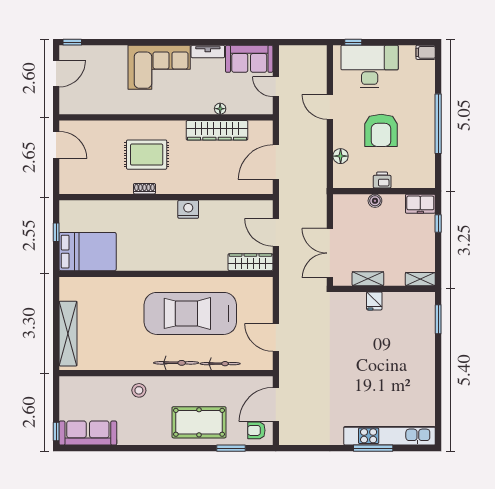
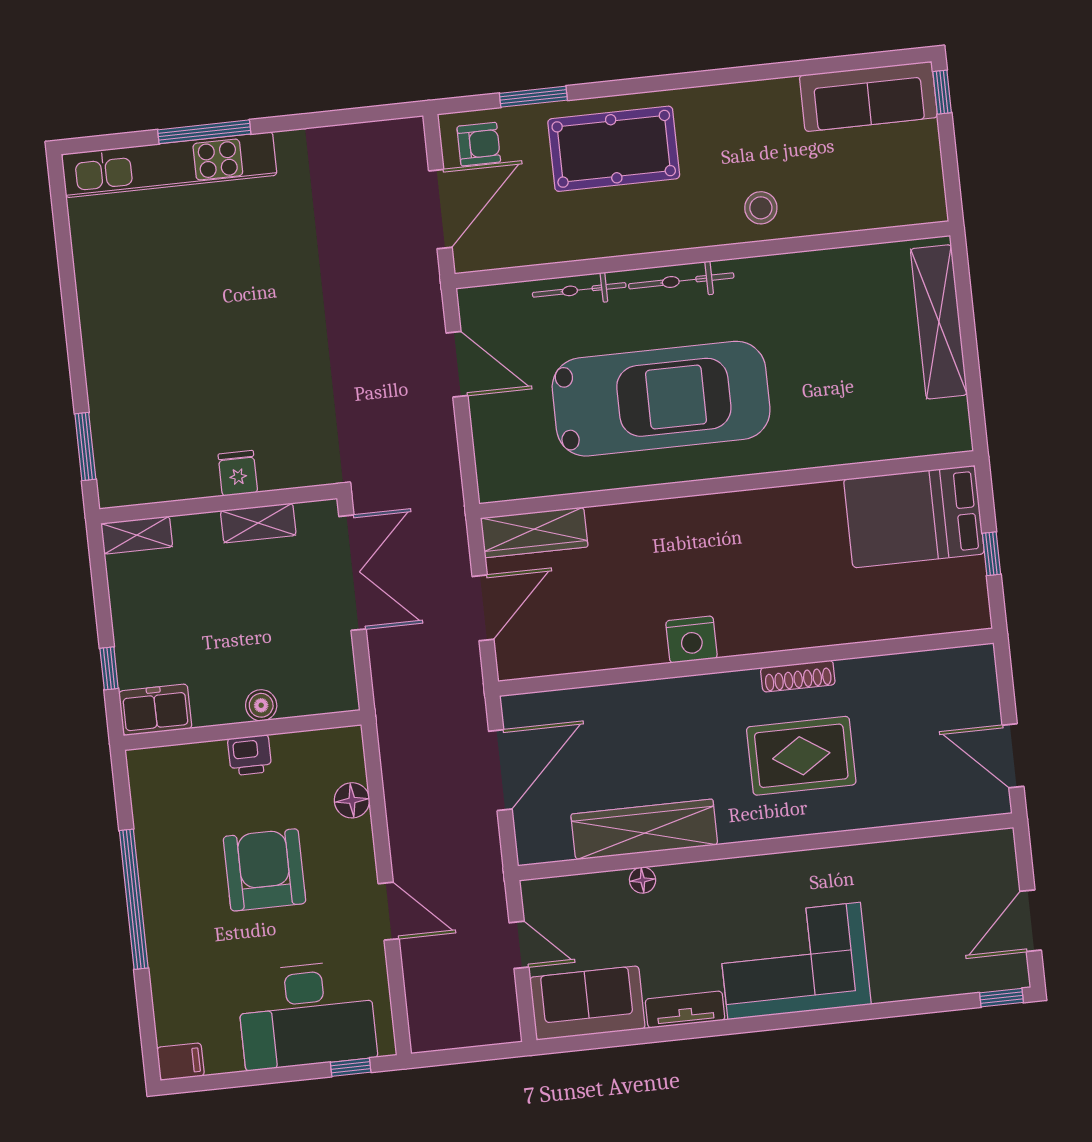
shoe rack: (144, 189) -> (798, 676), width x1.43
door: (276, 232) -> (483, 608), hinge flipped

